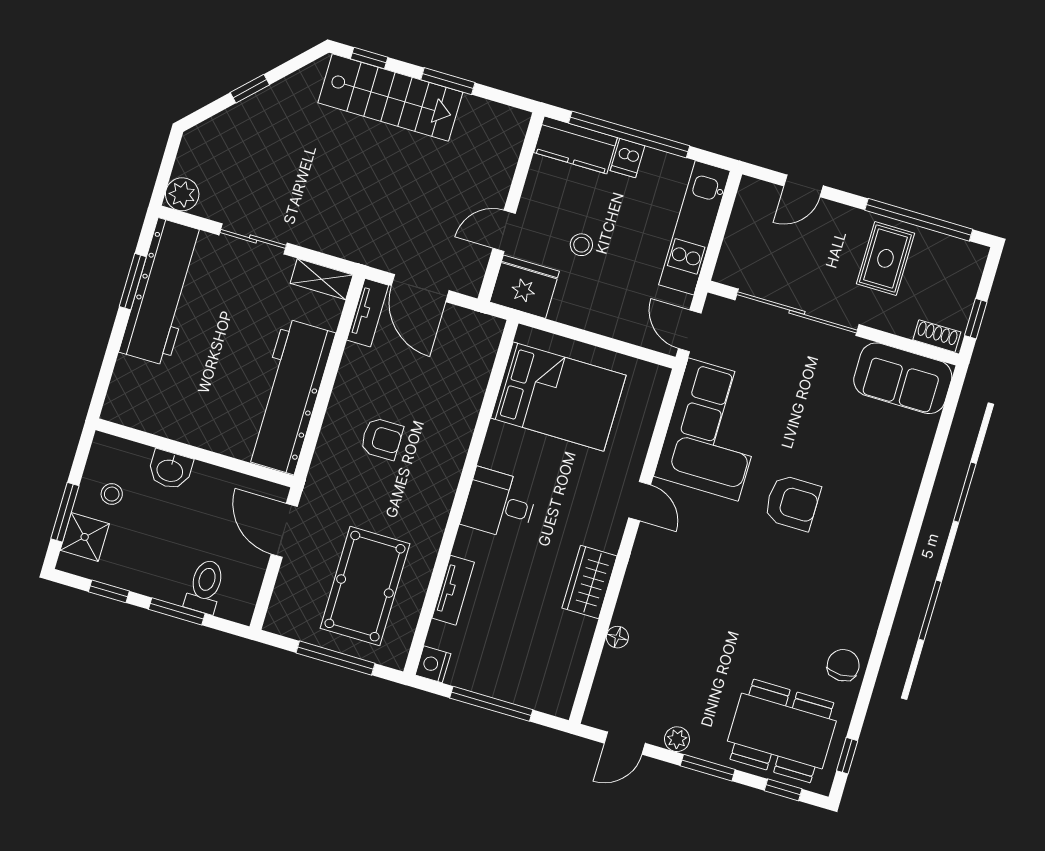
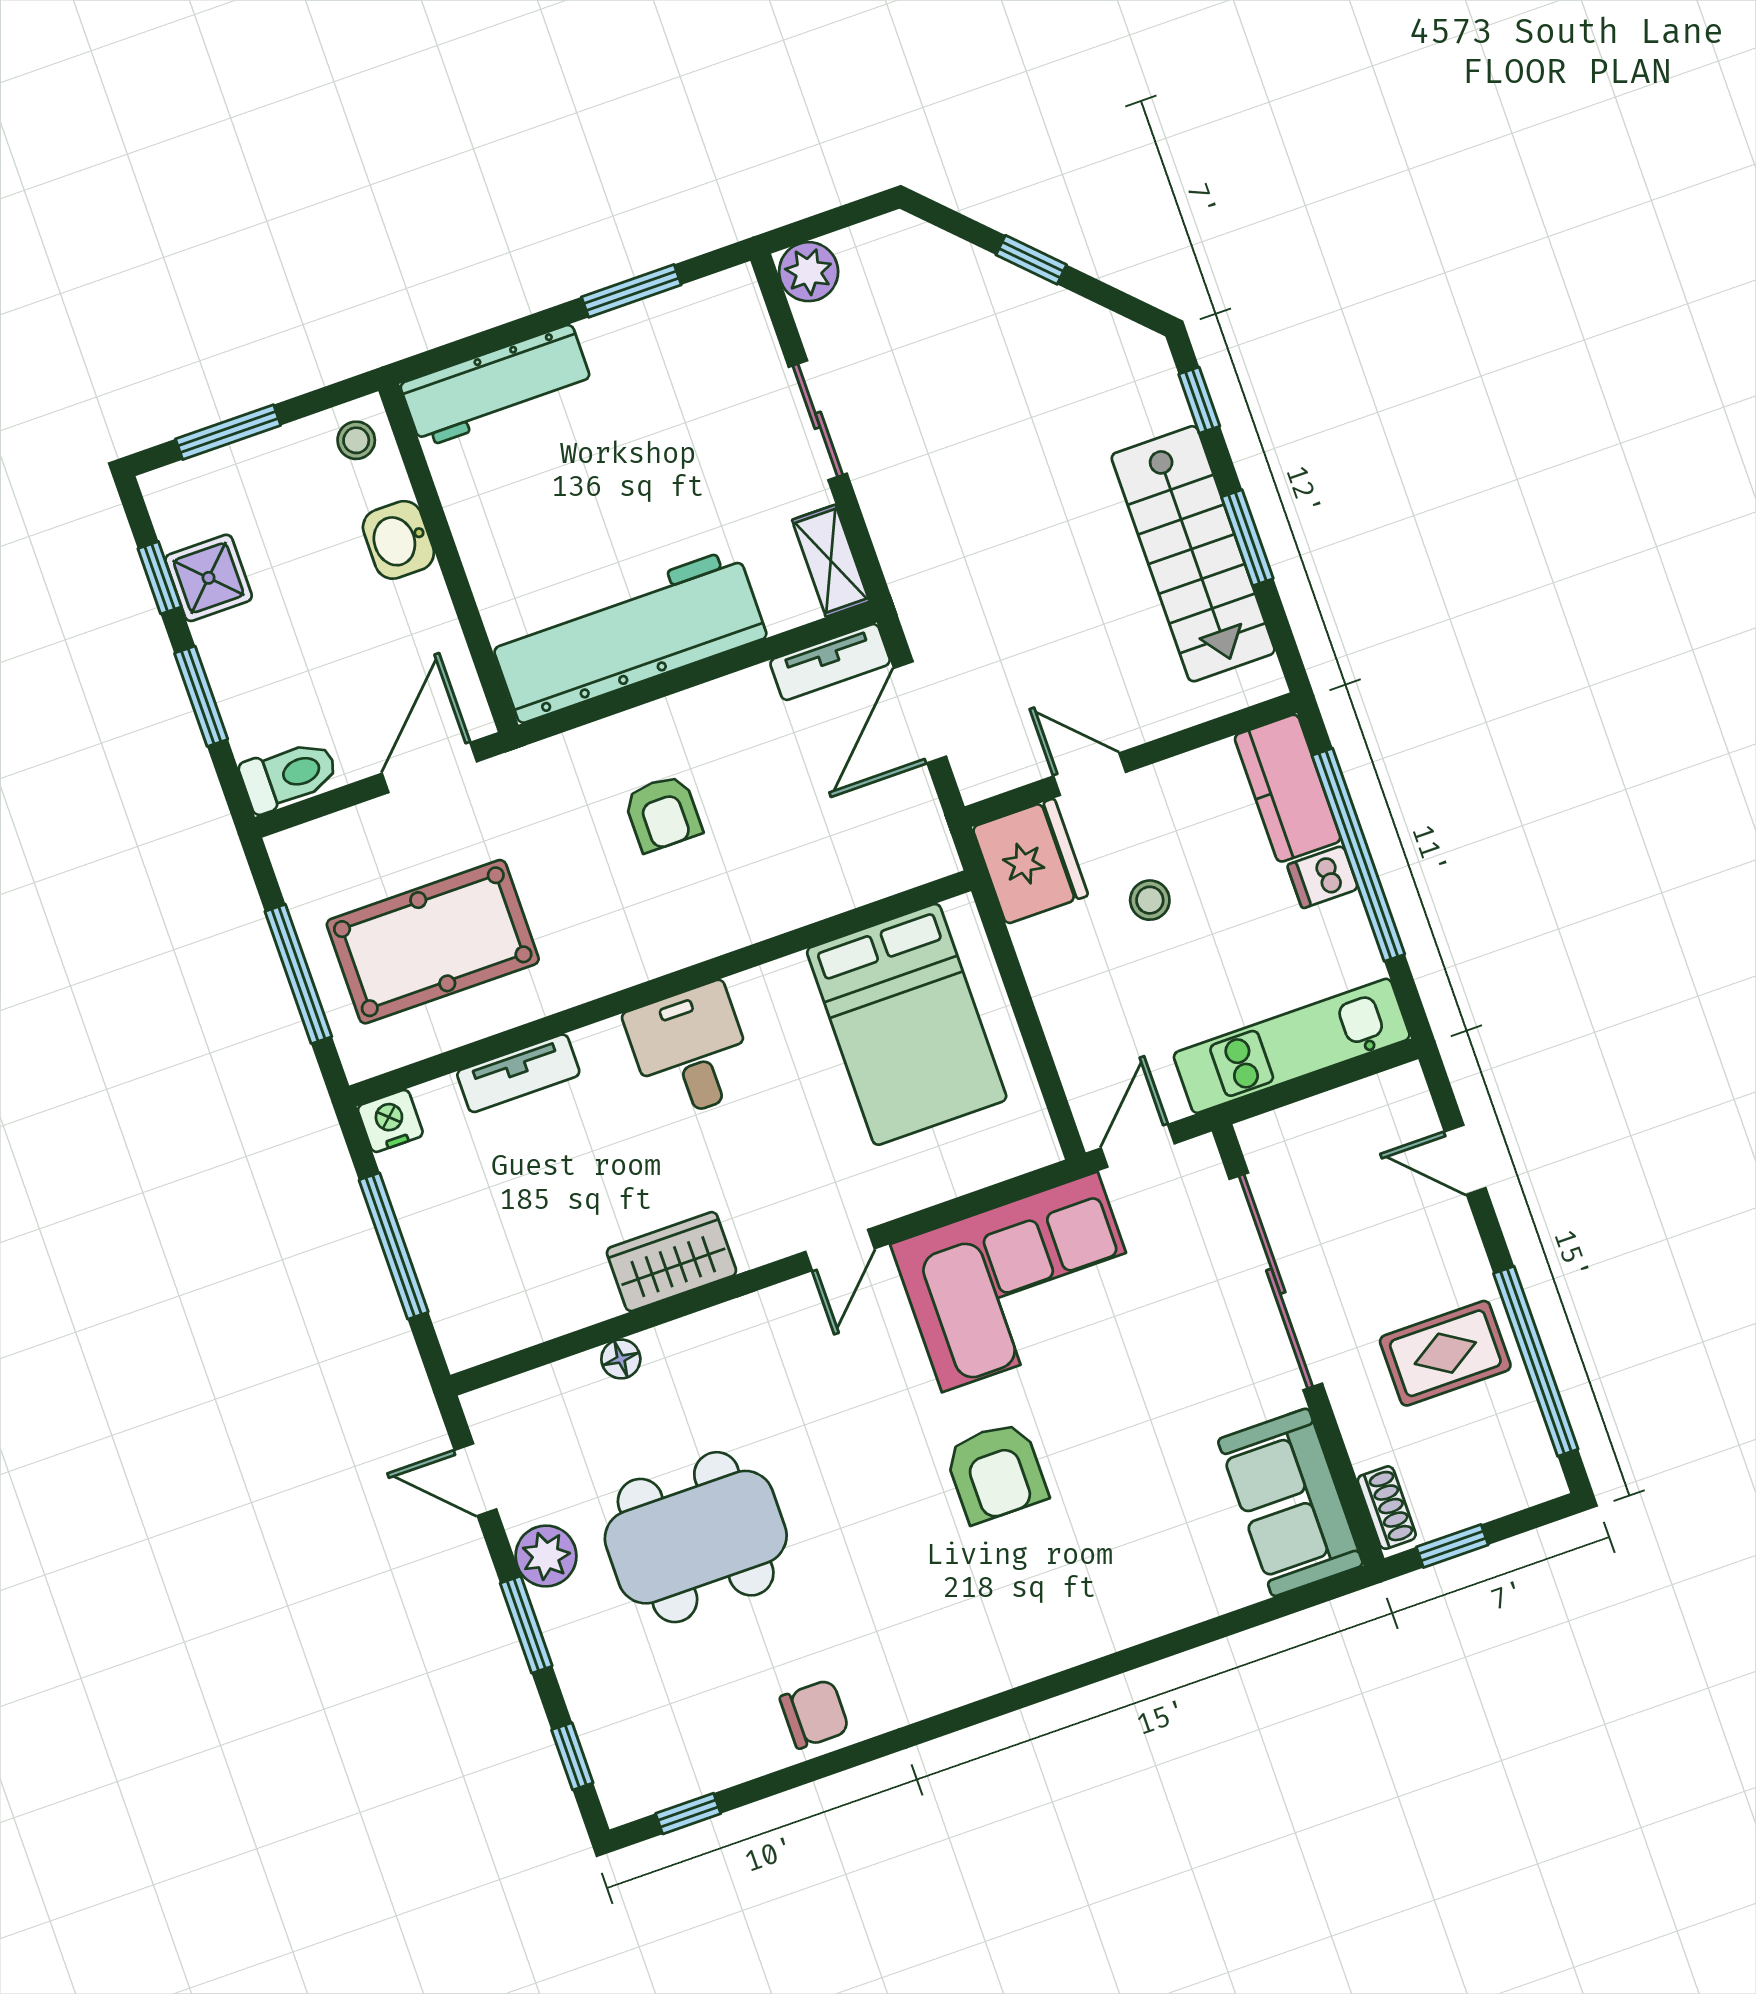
stairs: (390, 97) -> (1193, 554), moved
workbench: (163, 292) -> (497, 386), moved, width x0.73, depth x0.76
stool: (112, 494) -> (356, 440), moved
shower: (85, 537) -> (209, 578), moved
toilet: (205, 586) -> (289, 776), moved
dining table: (782, 731) -> (696, 1537), moved, turned 90
plant: (677, 739) -> (546, 1556), width x1.38, depth x1.38

